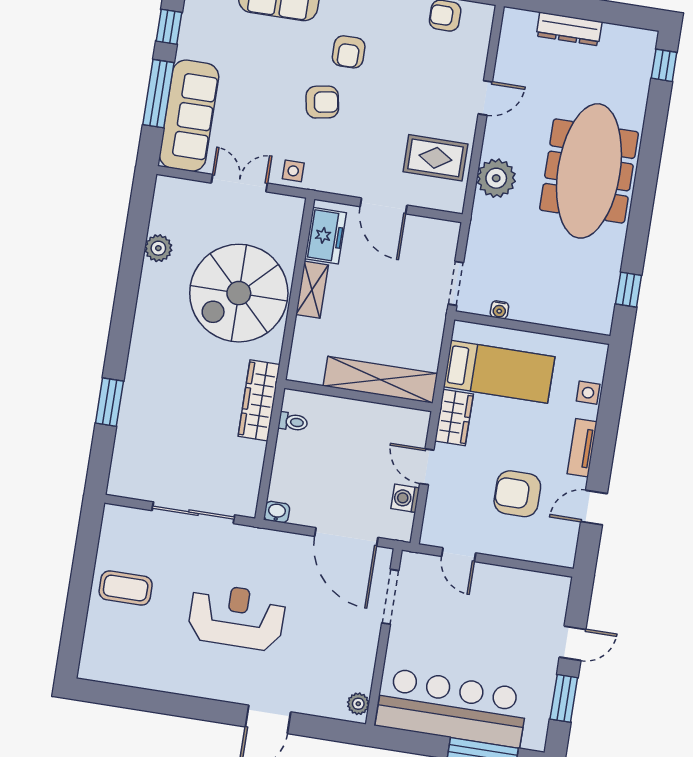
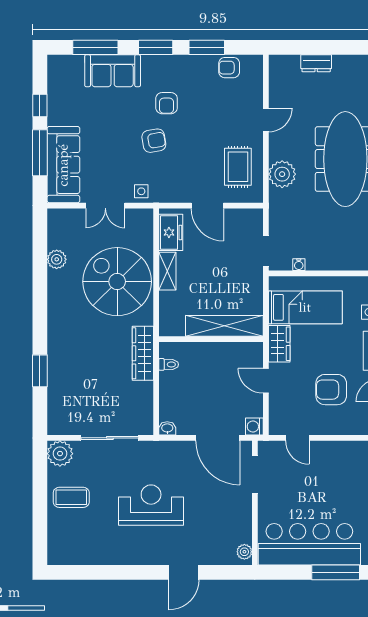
dresser: (569, 29) -> (316, 63), width x0.70
rug: (435, 158) -> (238, 167), turned 90
double door: (239, 183) -> (105, 206), swing flipped
spiral stairs: (239, 293) -> (117, 282), turned 90
washing machine: (405, 498) -> (254, 426), moved
plant: (119, 524) -> (60, 454), added

